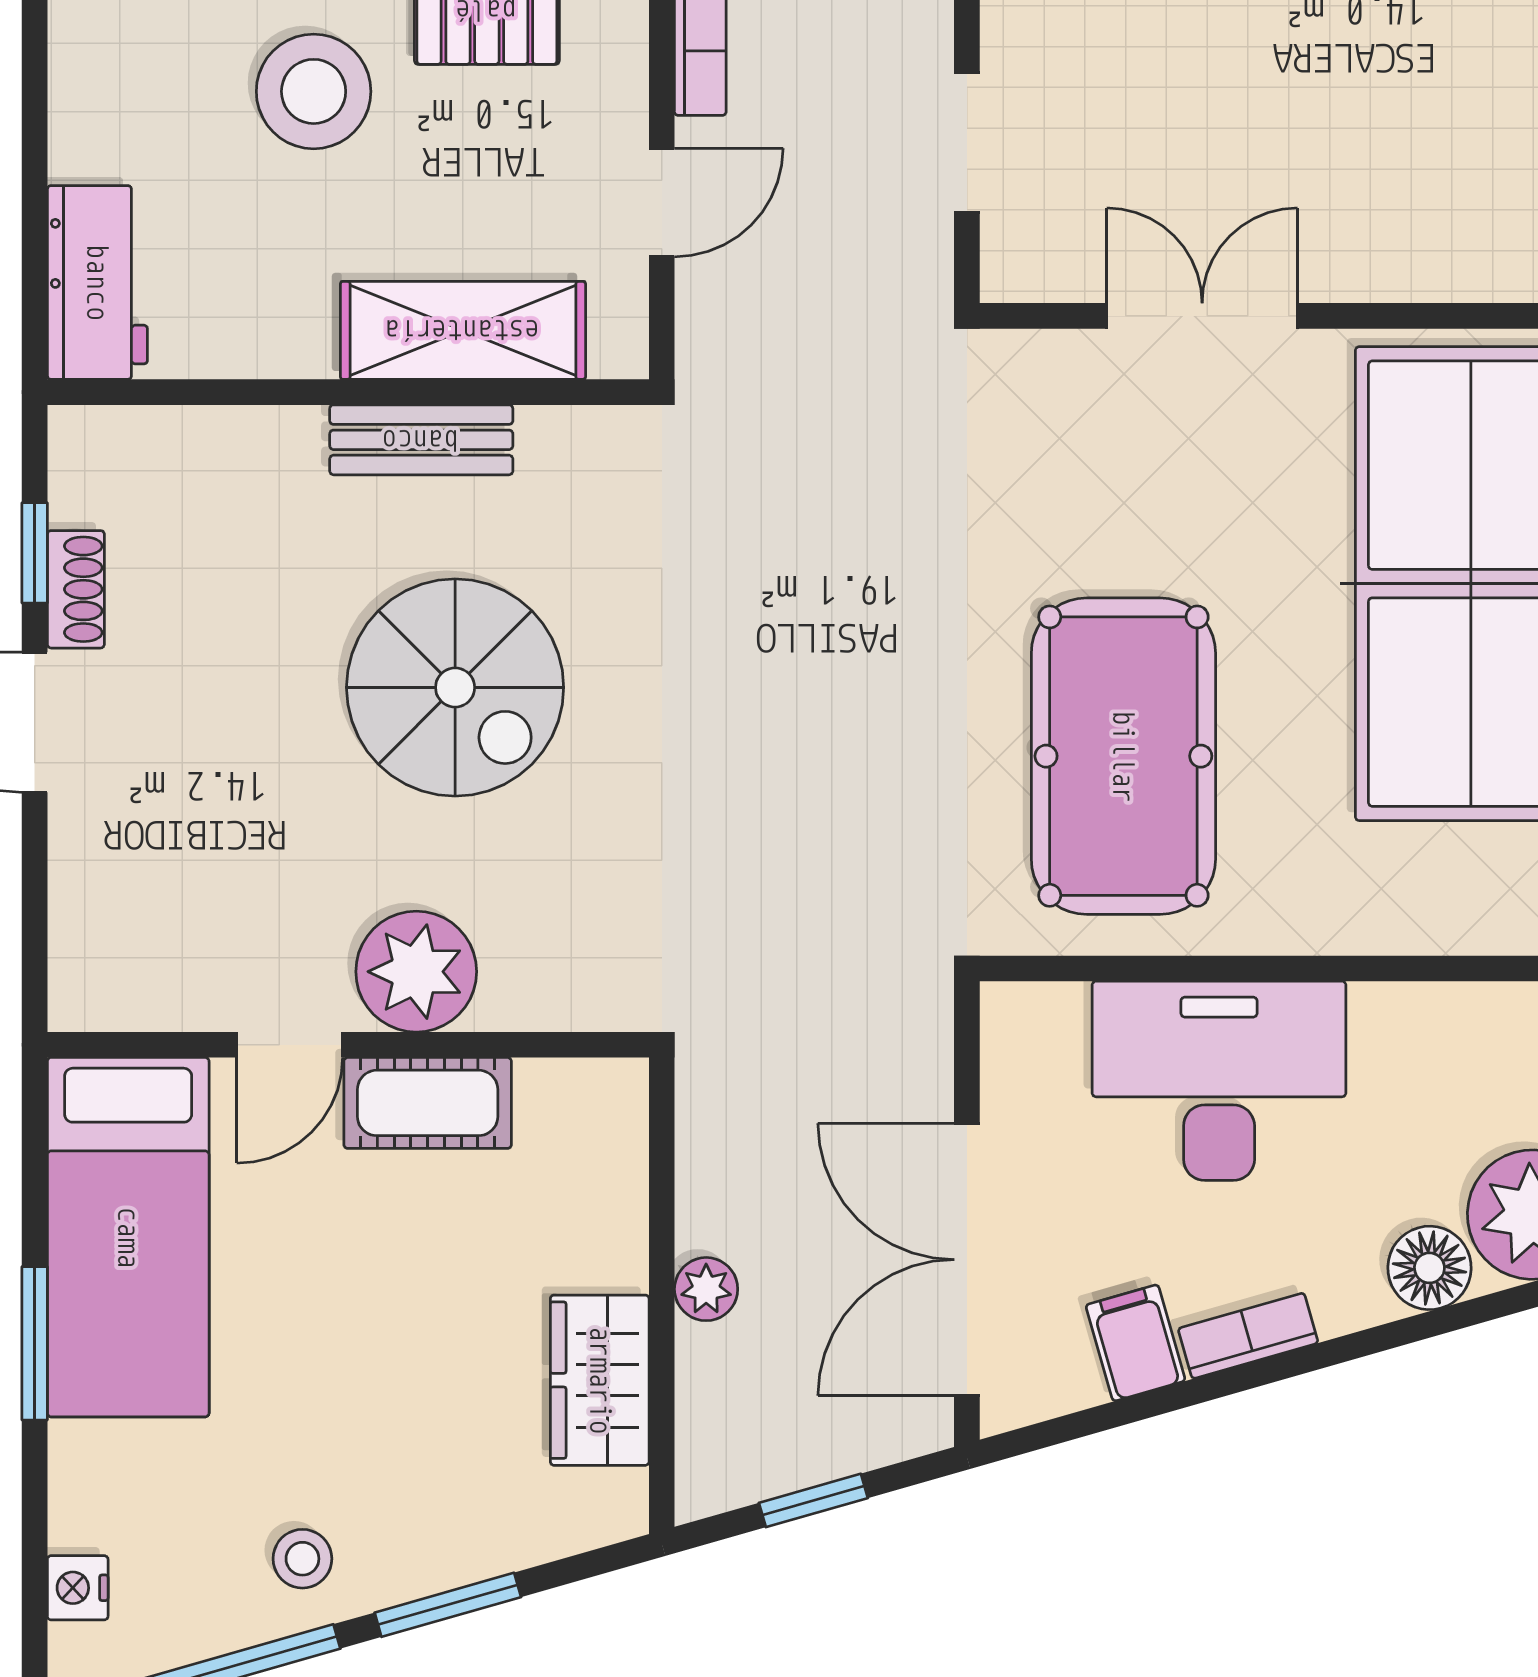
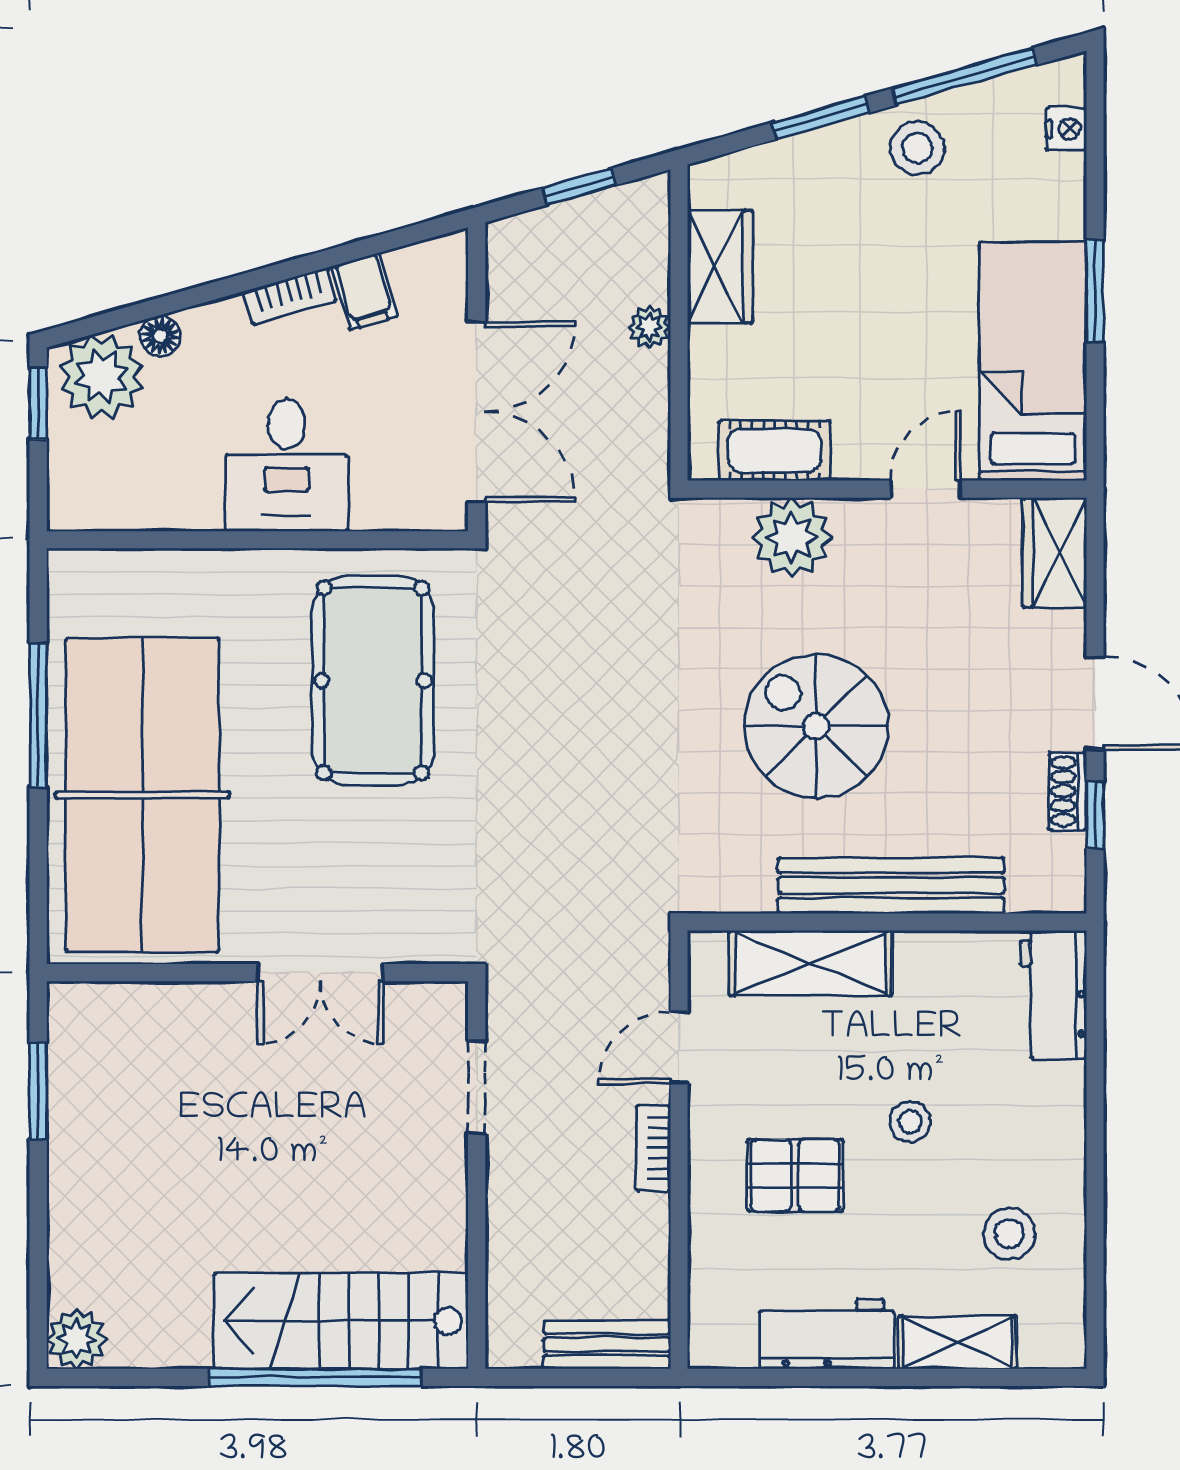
stool: (314, 91) -> (910, 1121), width x0.53, depth x0.53
bench: (421, 440) -> (891, 885), width x1.86, depth x1.21
wardrobe: (95, 949) -> (1055, 552), added
plant: (416, 972) -> (792, 538), moved
desk: (1219, 1081) -> (287, 465), width x0.73
cot: (428, 1103) -> (774, 450), moved
double door: (967, 1260) -> (477, 412), moved
floor lamp: (1429, 1268) -> (160, 336), width x0.73, depth x0.73
stool: (302, 1559) -> (917, 148), width x1.37, depth x1.37

